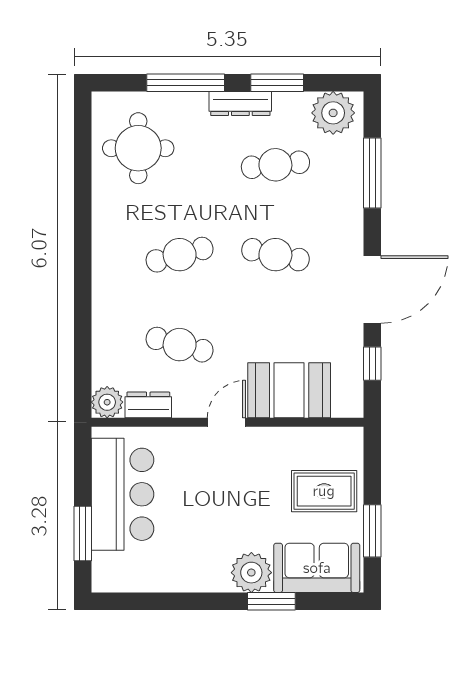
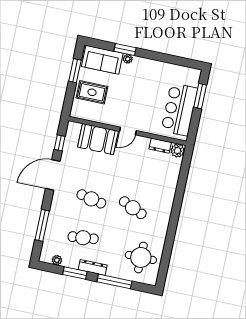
plant: (333, 113) -> (57, 260), width x0.53, depth x0.53
cafe table: (180, 255) -> (133, 208), turned 39
cafe table: (180, 345) -> (141, 169), removed
plant: (251, 573) -> (128, 59), width x0.53, depth x0.53

